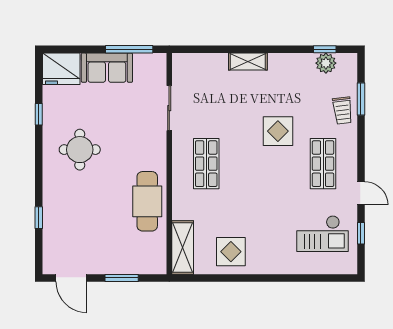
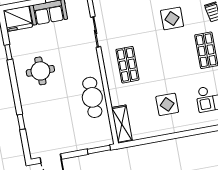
display table: (278, 131) -> (172, 18), moved
display table: (231, 252) -> (167, 104), moved
window: (122, 278) -> (99, 150), moved

